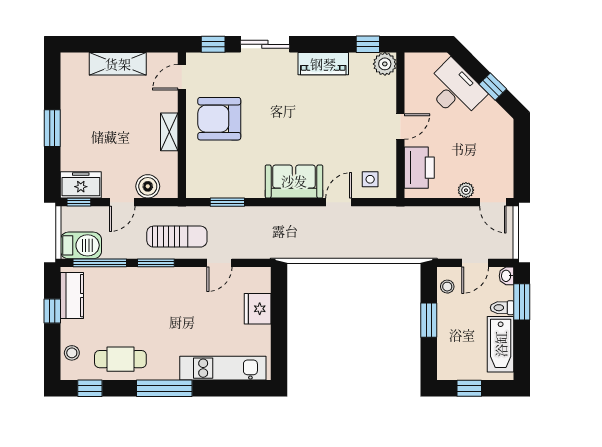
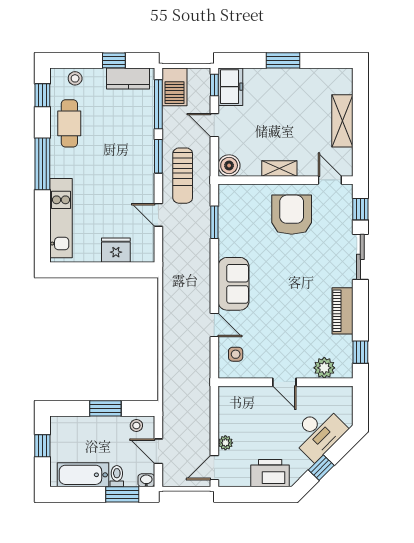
plant: (385, 64) -> (324, 368), moved
printer: (419, 168) -> (270, 473), moved, turned 180
boiler: (148, 186) -> (229, 165), moved

